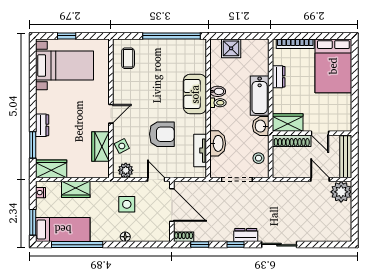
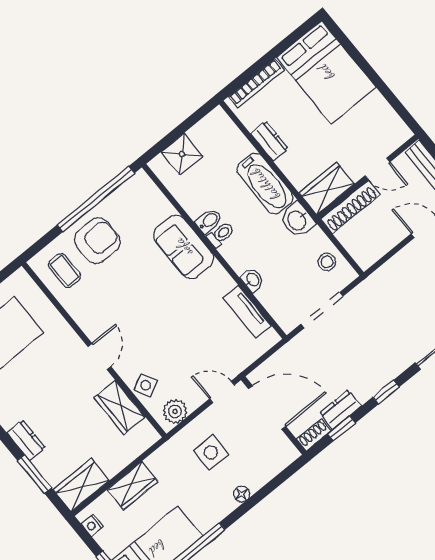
armchair: (162, 134) -> (97, 241), moved
washbasin: (218, 143) -> (252, 280), width x0.52, depth x0.69
dresser: (246, 235) -> (340, 410), moved

